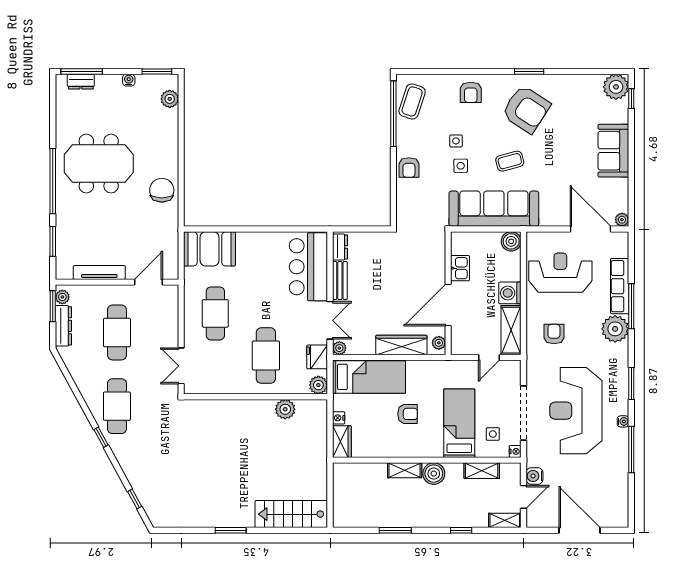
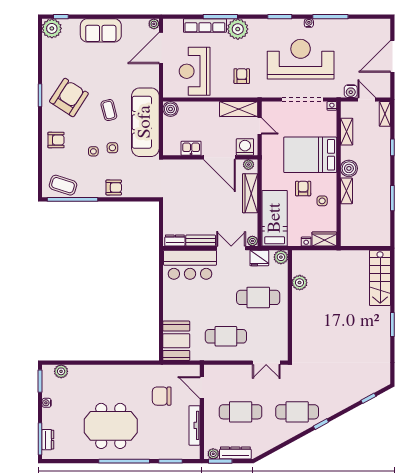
meeting table: (99, 164) -> (111, 426), turned 90
chair: (162, 190) -> (162, 396), moved
washing machine: (510, 293) -> (245, 147), moved, turned 180
armchair: (554, 334) -> (242, 76), turned 90
reception desk: (576, 411) -> (301, 59), turned 180
bed: (459, 423) -> (310, 155), width x1.50
side table: (493, 434) -> (322, 201), moved

